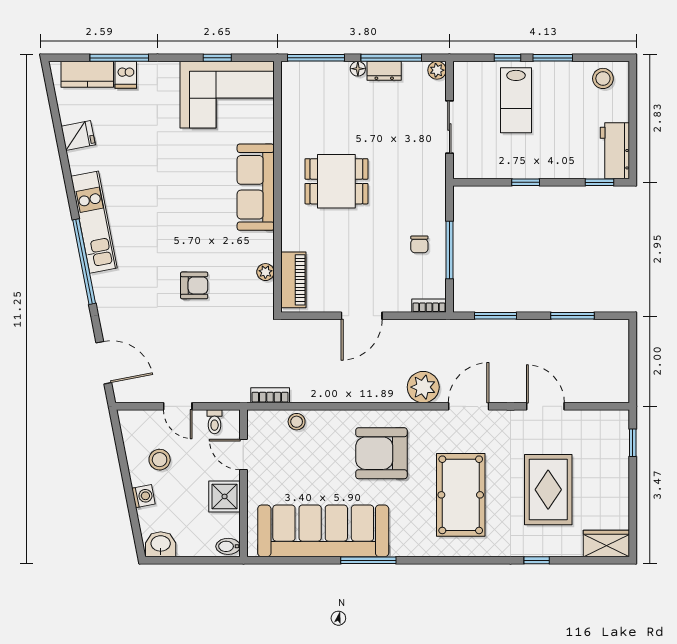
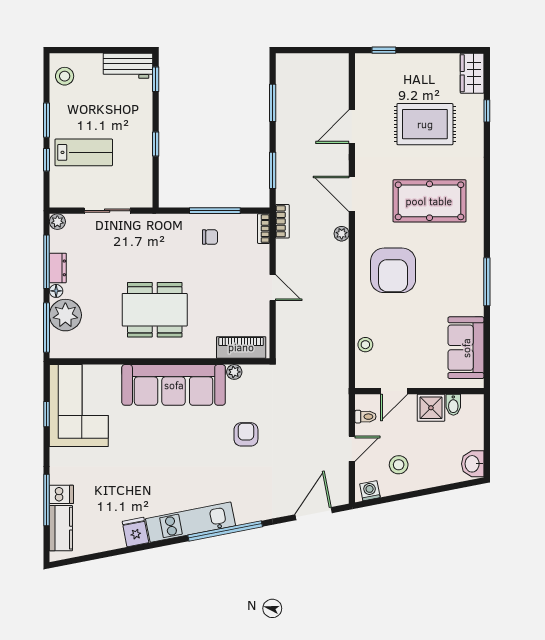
plant: (330, 79) -> (65, 315), added
fridge: (78, 135) -> (135, 532), moved
dining table: (336, 181) -> (155, 310), width x1.38
sofa: (256, 187) -> (174, 385), width x1.36, depth x1.27
door: (362, 316) -> (273, 288), width x0.73
plant: (423, 387) -> (342, 234), width x0.53, depth x0.53
bookcase: (270, 395) -> (282, 221), moved, turned 180
washing machine: (143, 496) -> (370, 491), moved
sofa: (323, 531) -> (466, 348), width x0.54, depth x0.79
bidet: (228, 546) -> (453, 405), moved
window: (537, 560) -> (487, 111), moved

